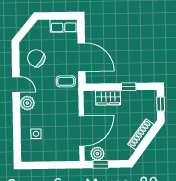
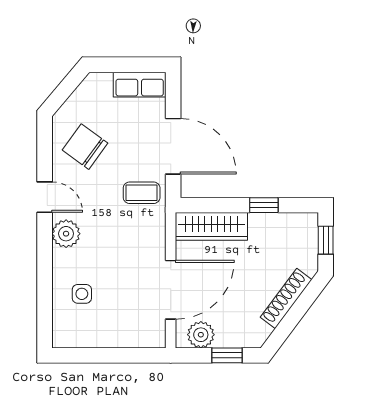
wardrobe: (108, 98) -> (211, 226), width x1.50
window: (101, 164) -> (227, 355), moved

